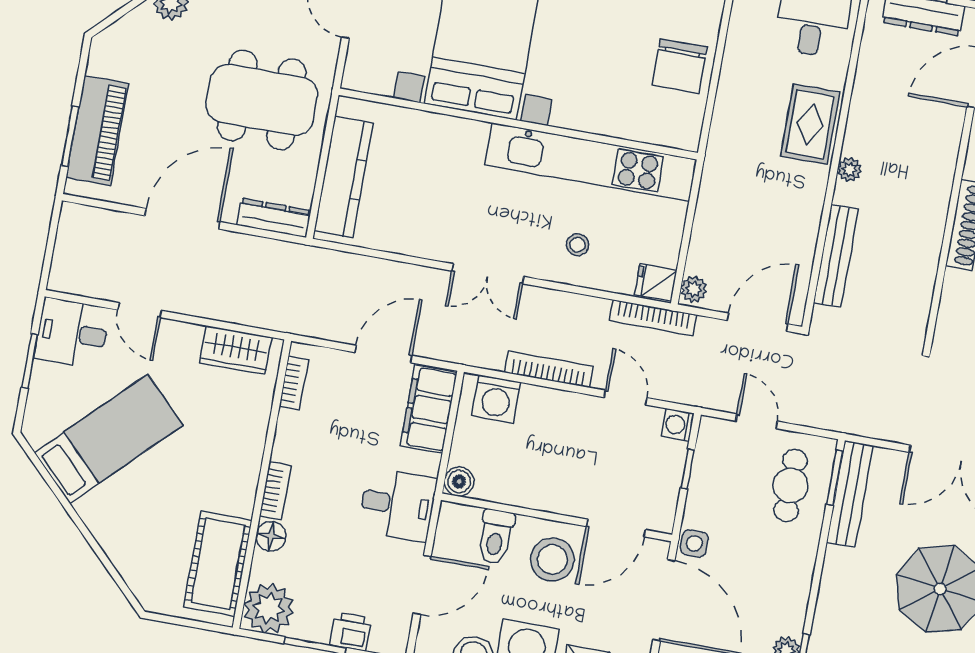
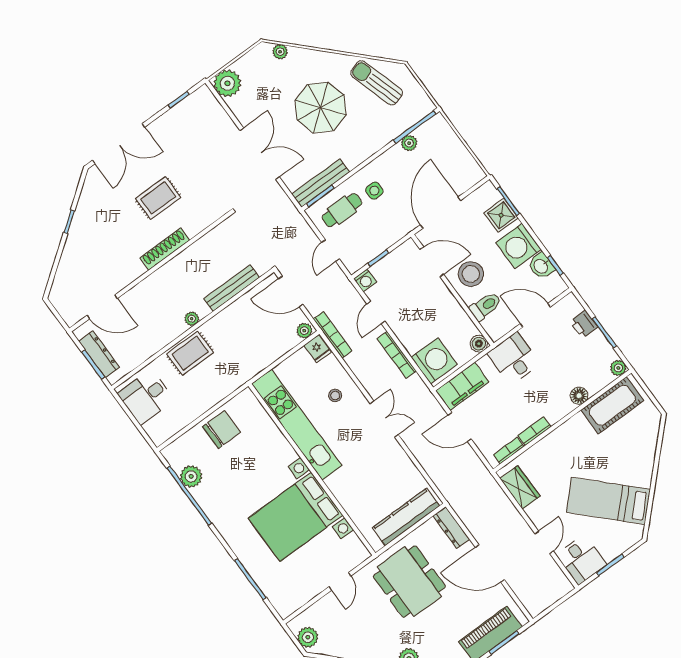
washing machine: (496, 399) -> (434, 361), width x1.37, depth x1.37
bookcase: (275, 491) -> (534, 431), moved
side table: (694, 544) -> (374, 191), moved
plant: (269, 608) -> (618, 368), width x0.53, depth x0.53

